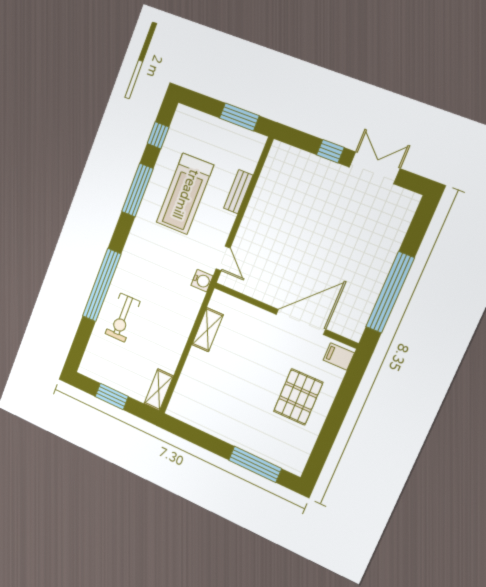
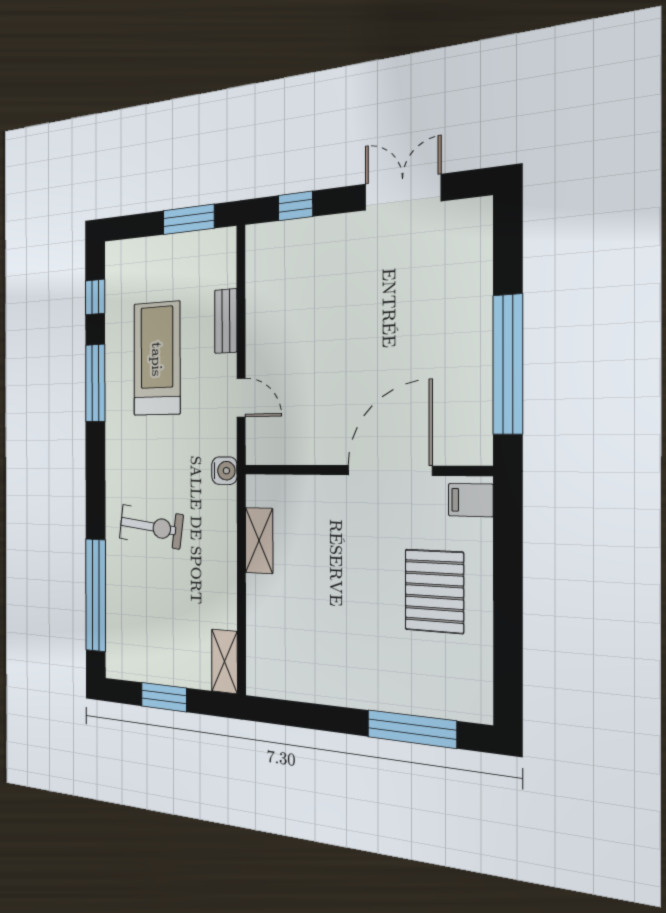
window: (330, 151) -> (295, 206), moved
treadmill: (185, 194) -> (157, 359), turned 180
door: (223, 258) -> (241, 398), moved
window: (102, 285) -> (96, 595), moved
exercise bike: (123, 318) -> (151, 527), moved, turned -83

